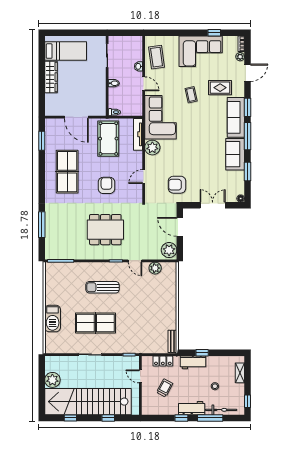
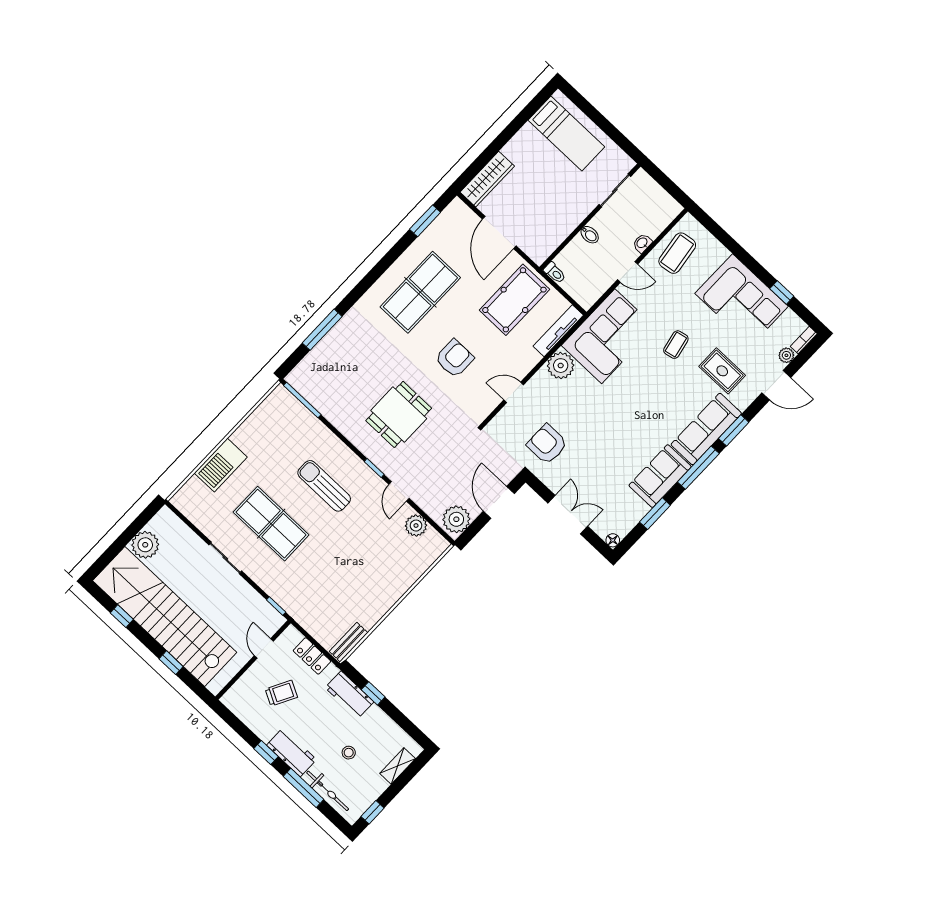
wardrobe: (51, 77) -> (487, 179), moved
door: (144, 84) -> (628, 272), hinge flipped
dining table: (105, 230) -> (399, 414), width x0.73

